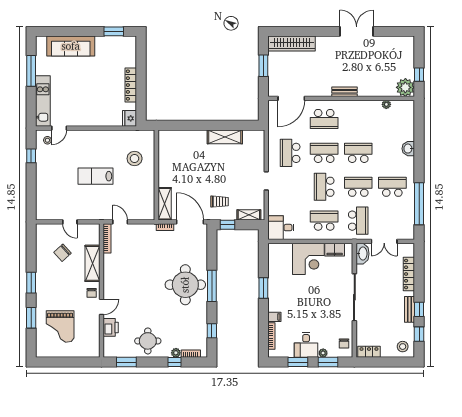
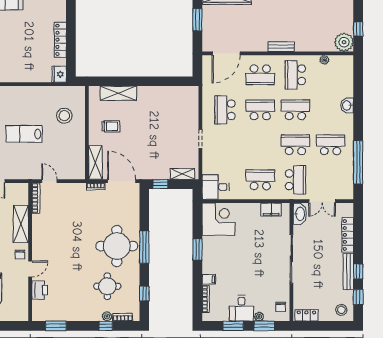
shelving: (225, 137) -> (118, 93), moved
school desk: (324, 187) -> (295, 75), moved
trolley: (219, 202) -> (111, 126), moved
corner desk: (308, 259) -> (218, 219), moved, turned -90
bench: (409, 309) -> (348, 272), width x1.36
round table: (148, 341) -> (107, 286), moved

